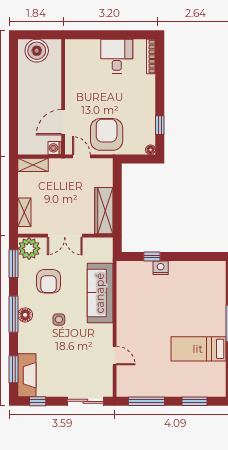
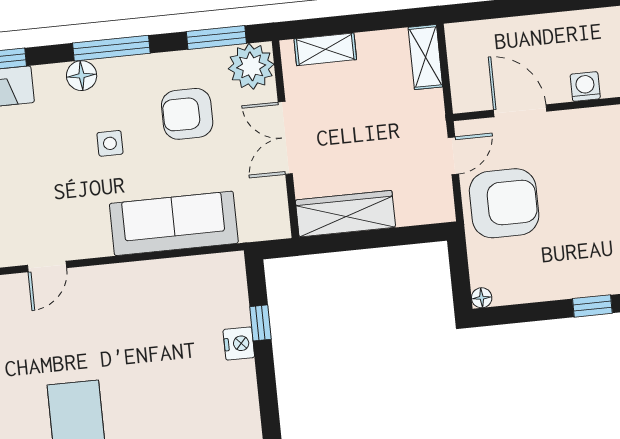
window: (160, 125) -> (592, 306), moved
washing machine: (55, 148) -> (585, 87), moved
floor lamp: (25, 315) -> (82, 76), moved

